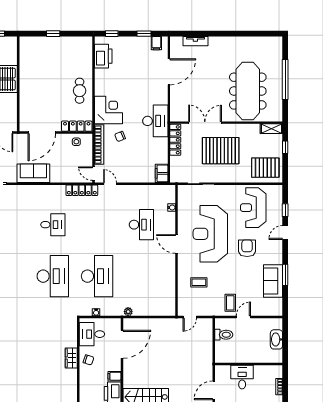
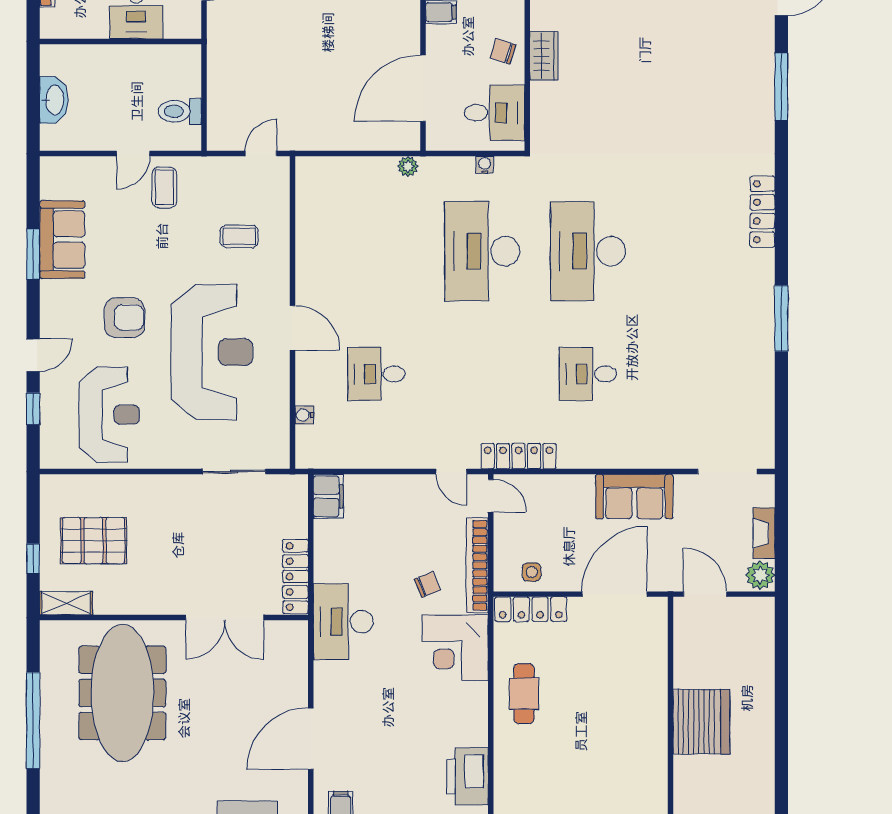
pallet: (221, 151) -> (187, 551), removed
pallet: (265, 168) -> (93, 541), moved
desk: (141, 225) -> (376, 374), width x0.73
armchair: (247, 248) -> (124, 318), turned -90

